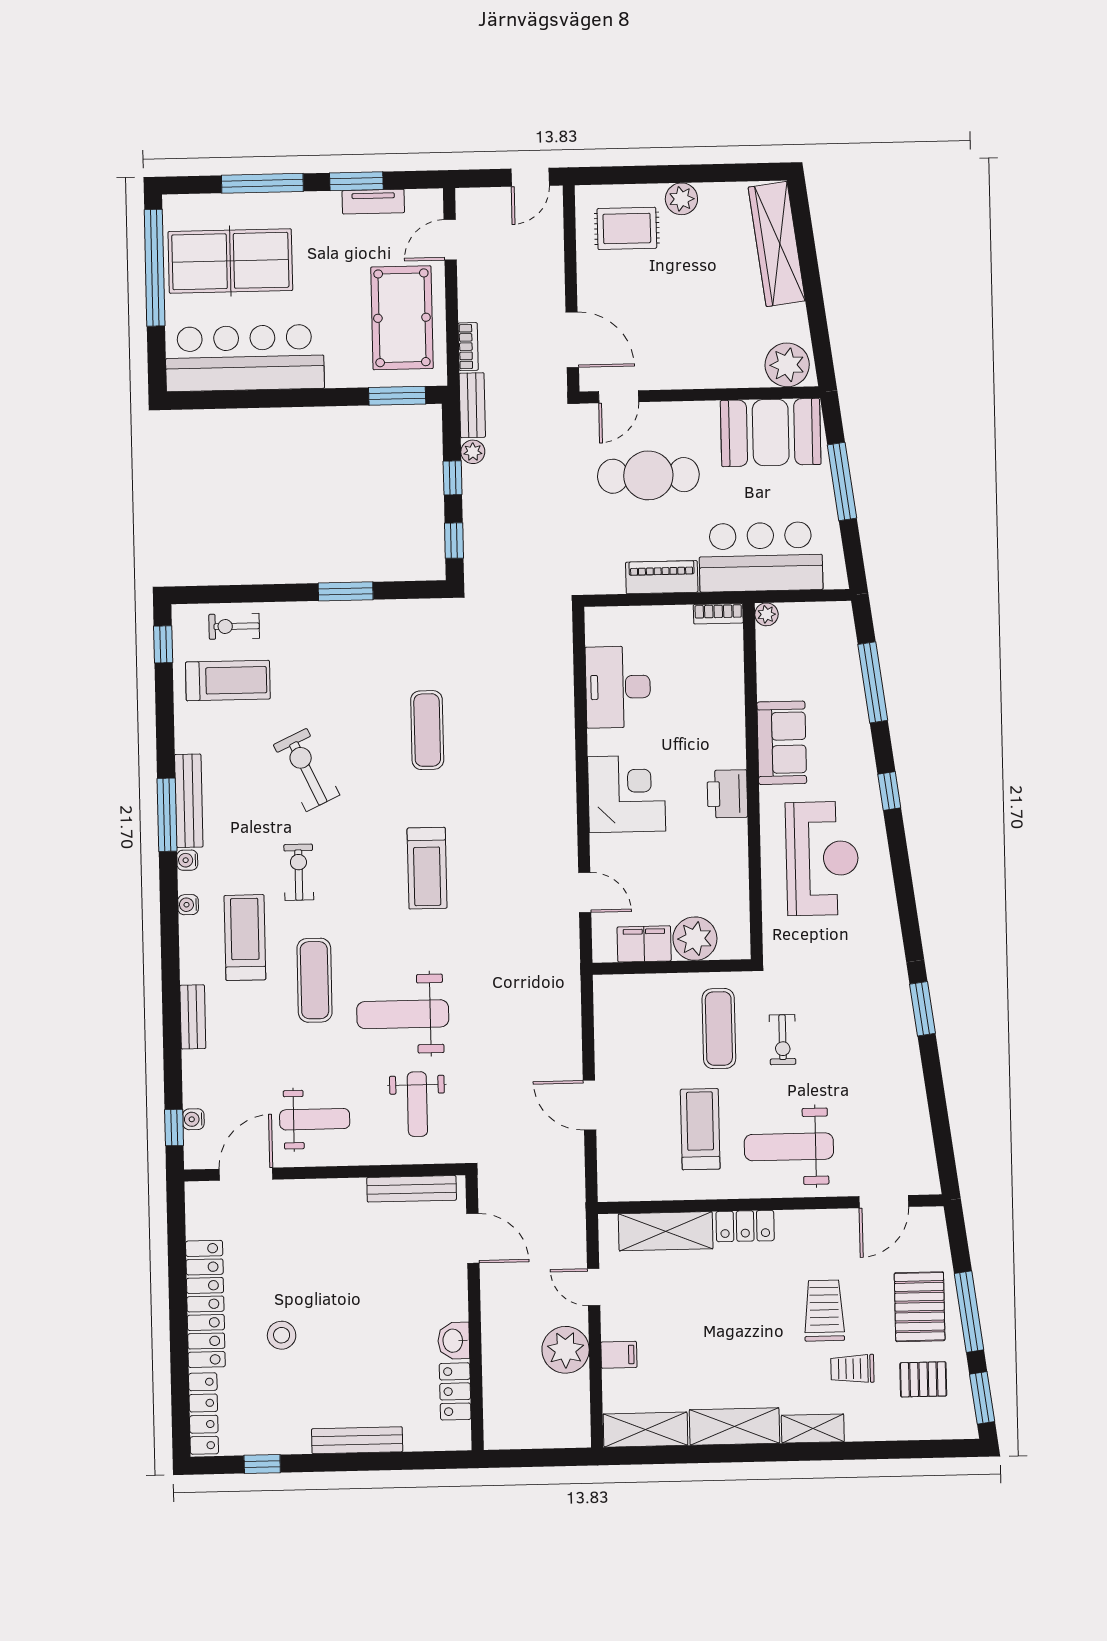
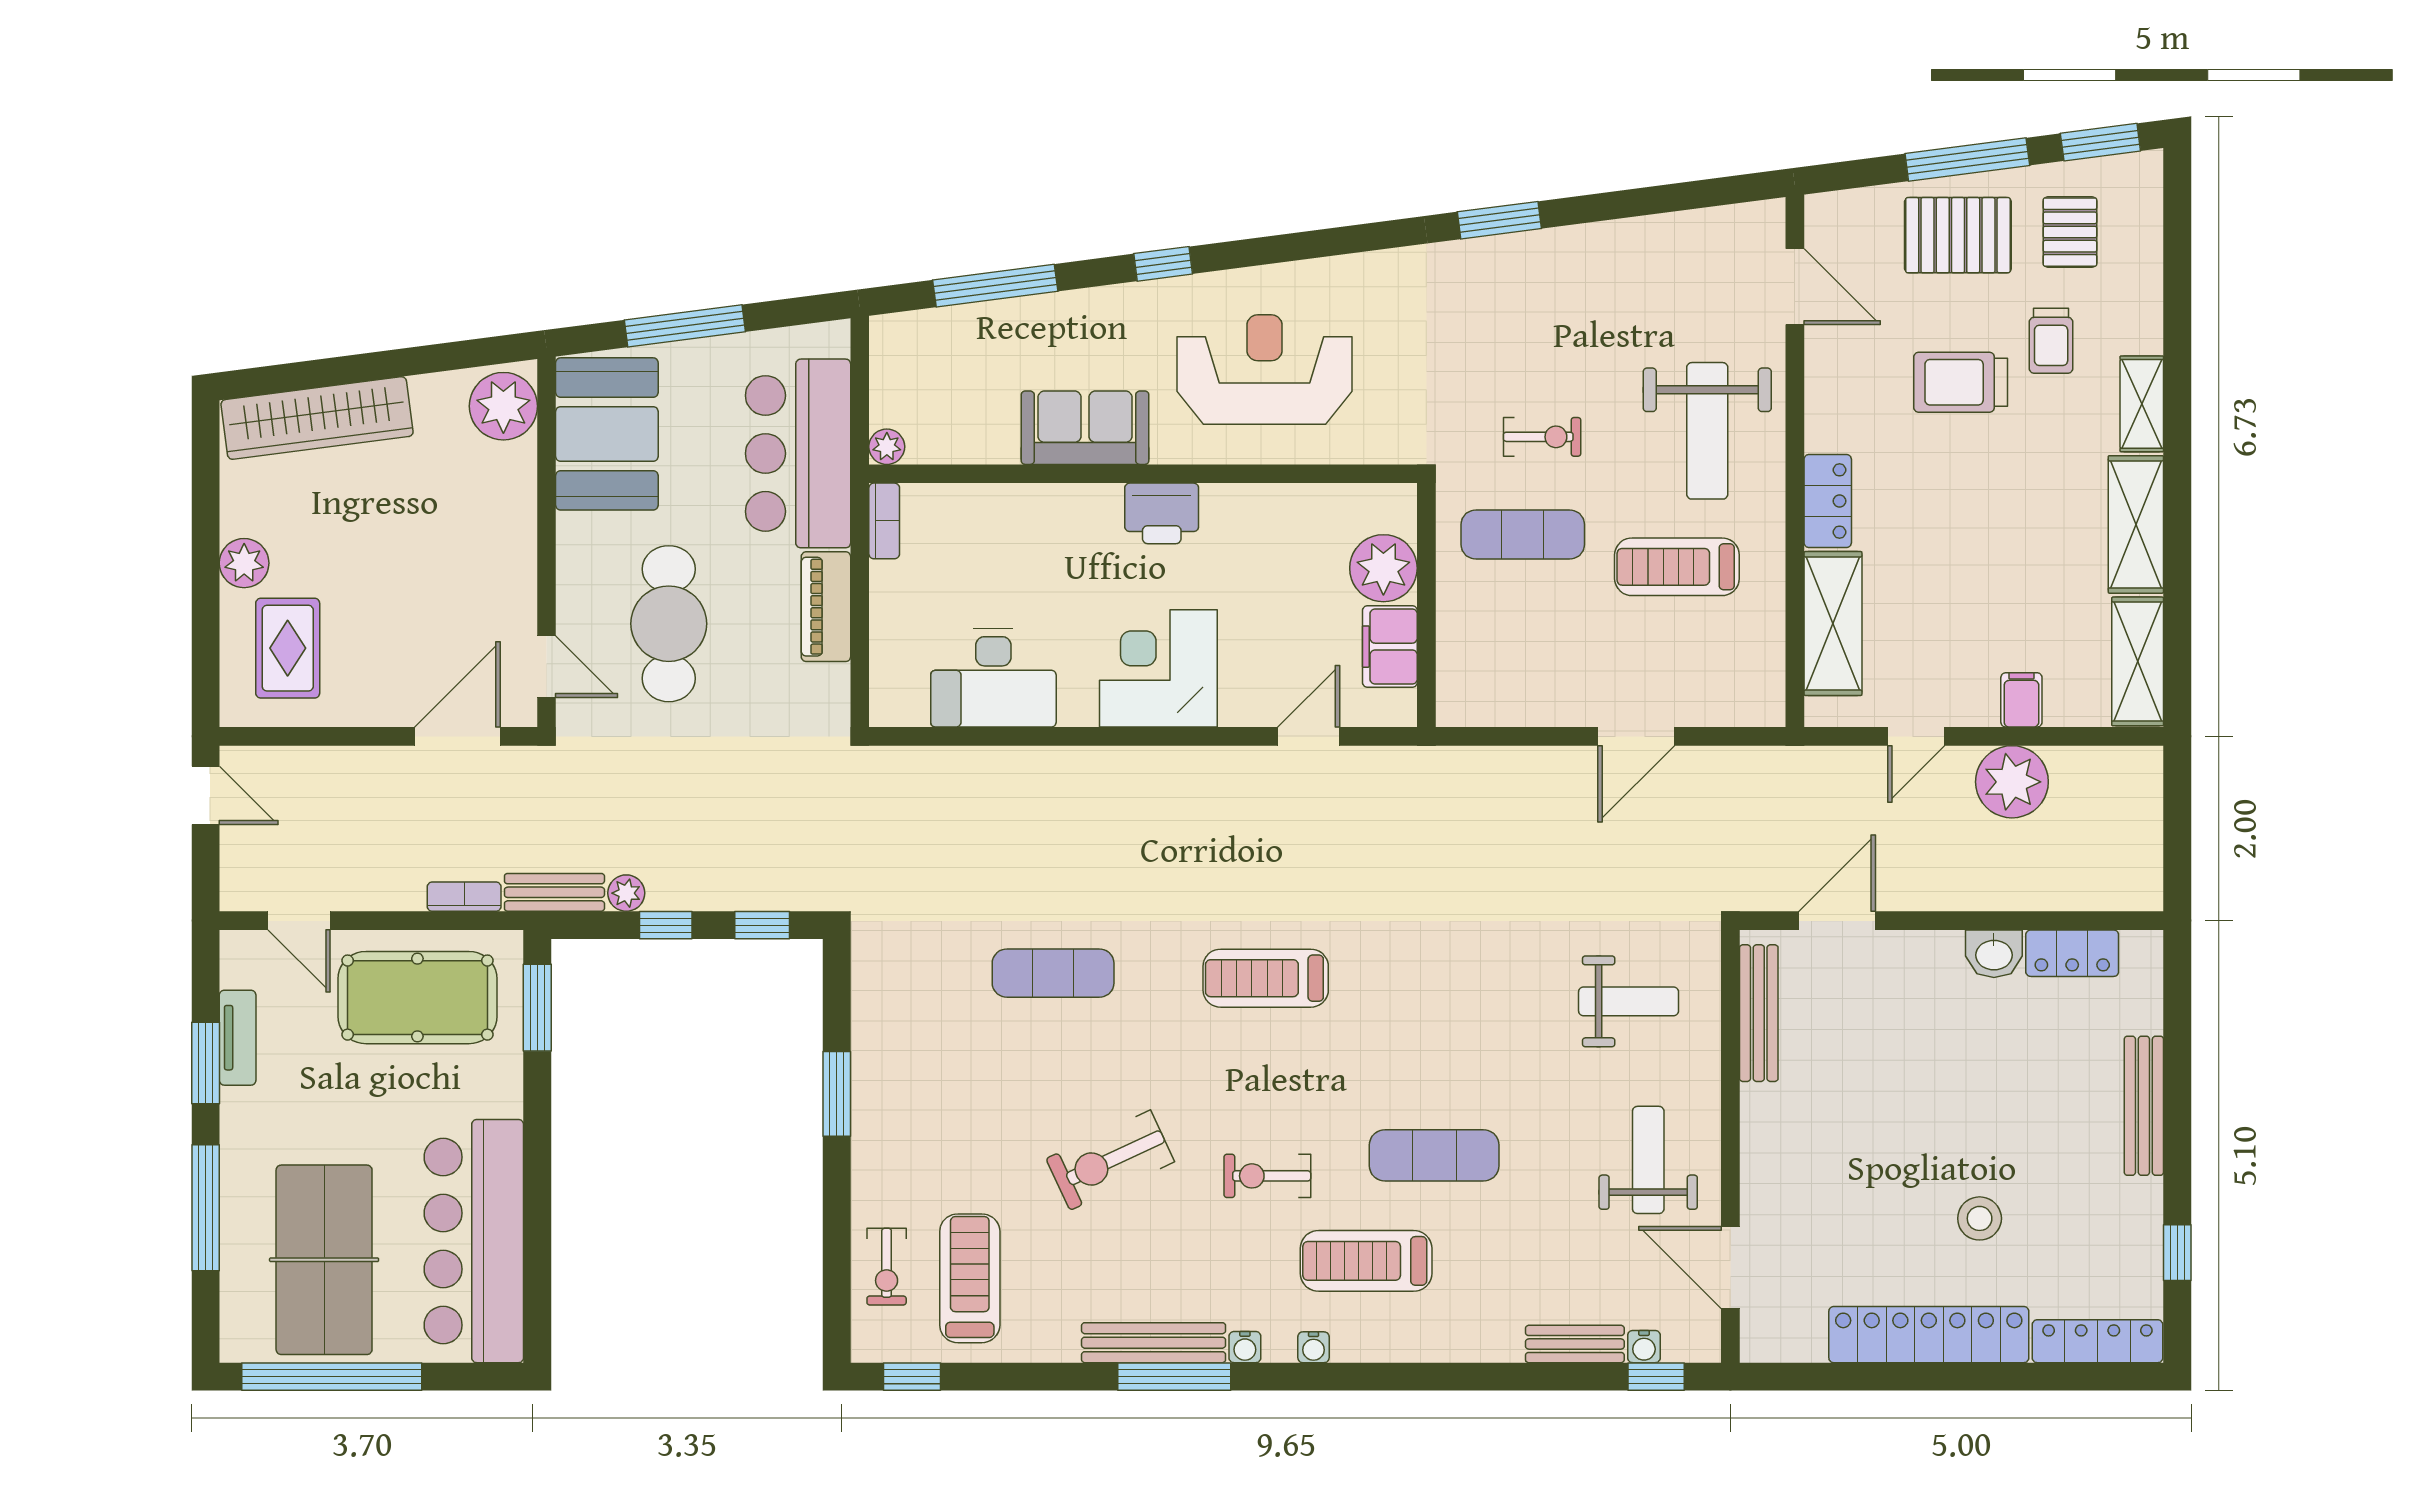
treadmill: (427, 868) -> (1266, 978), turned 180
weight bench: (403, 1014) -> (1490, 1021), removed
bench: (193, 1017) -> (1575, 1344), moved

